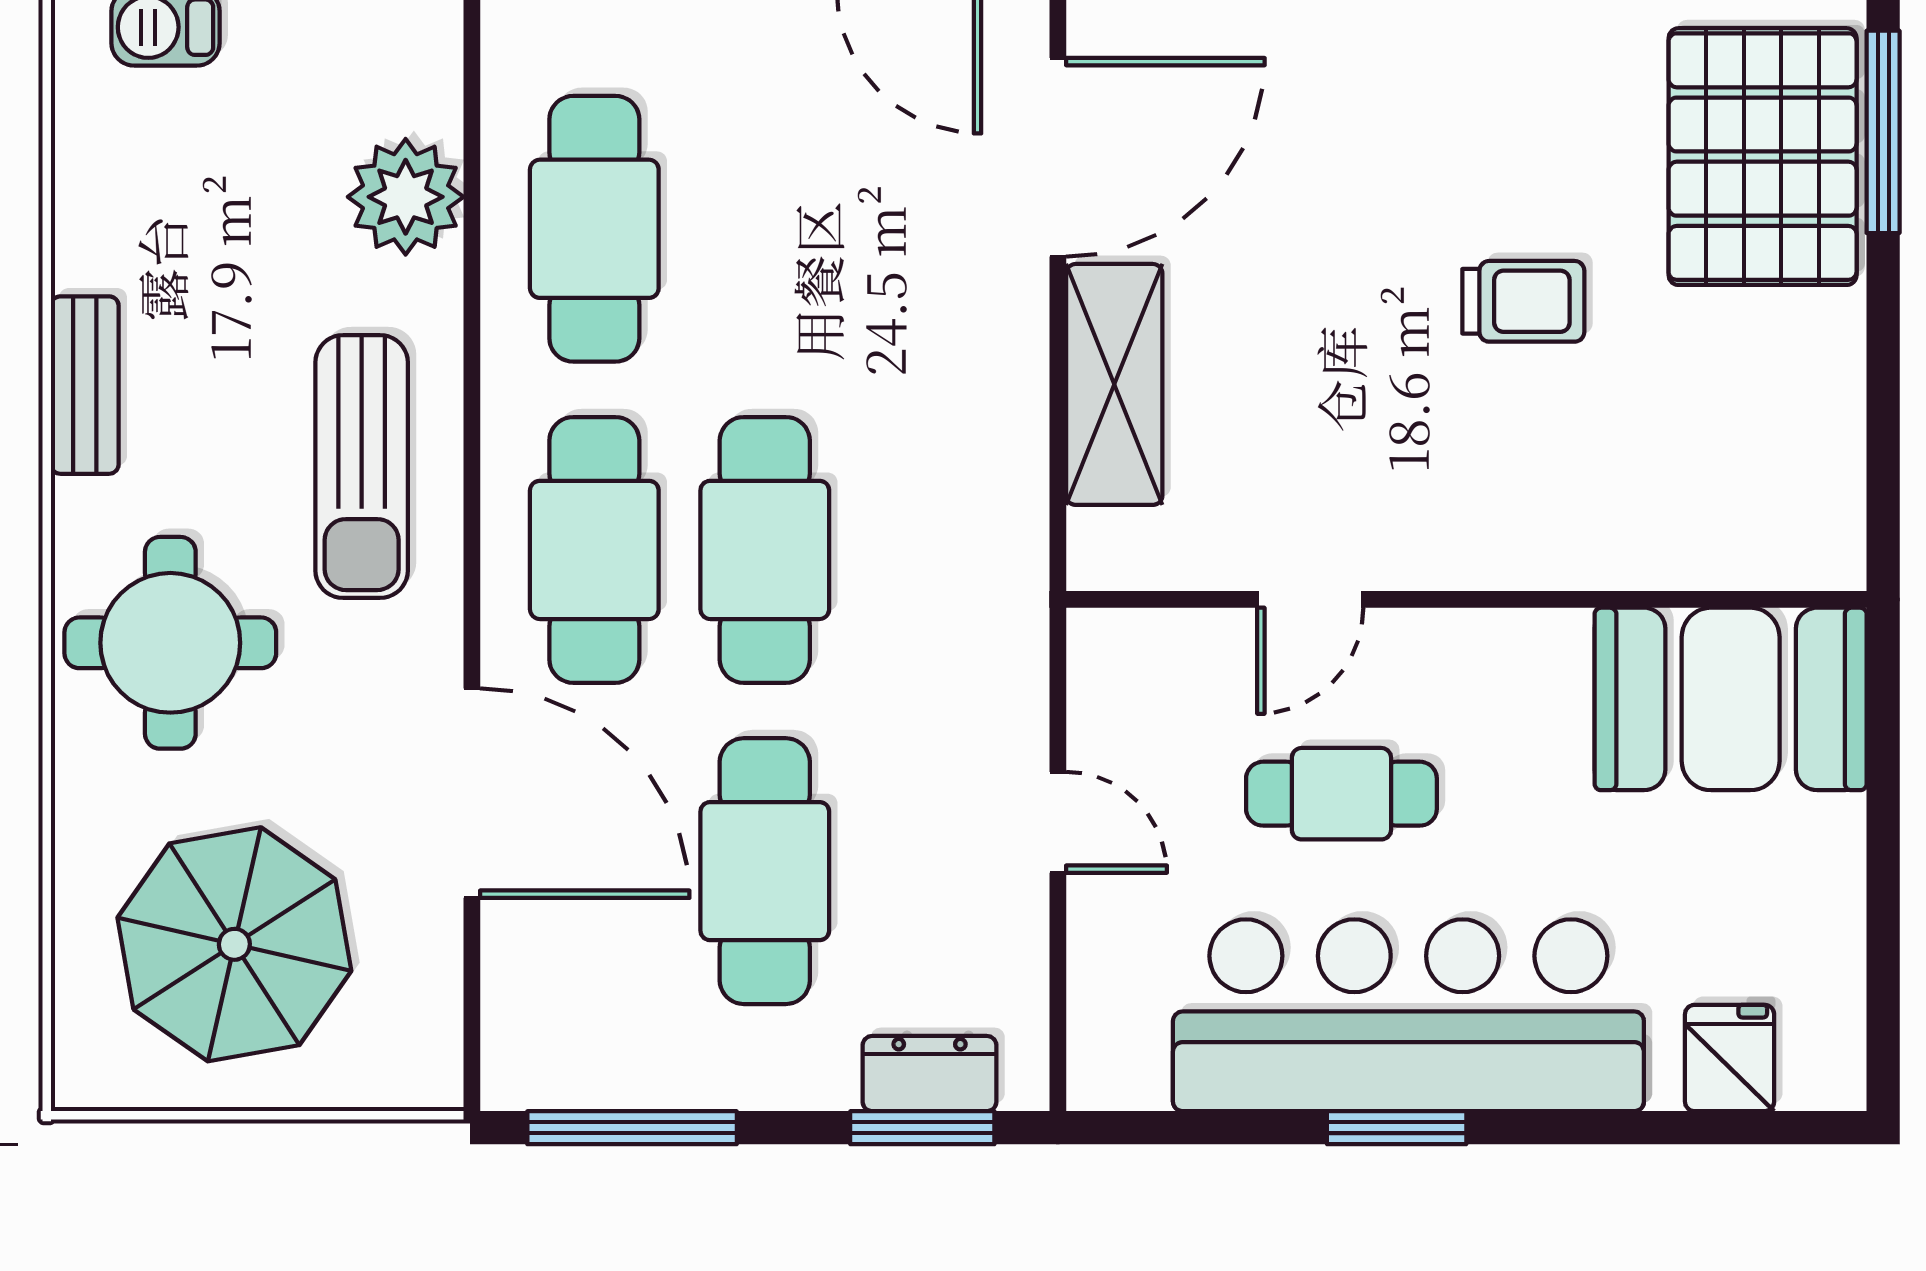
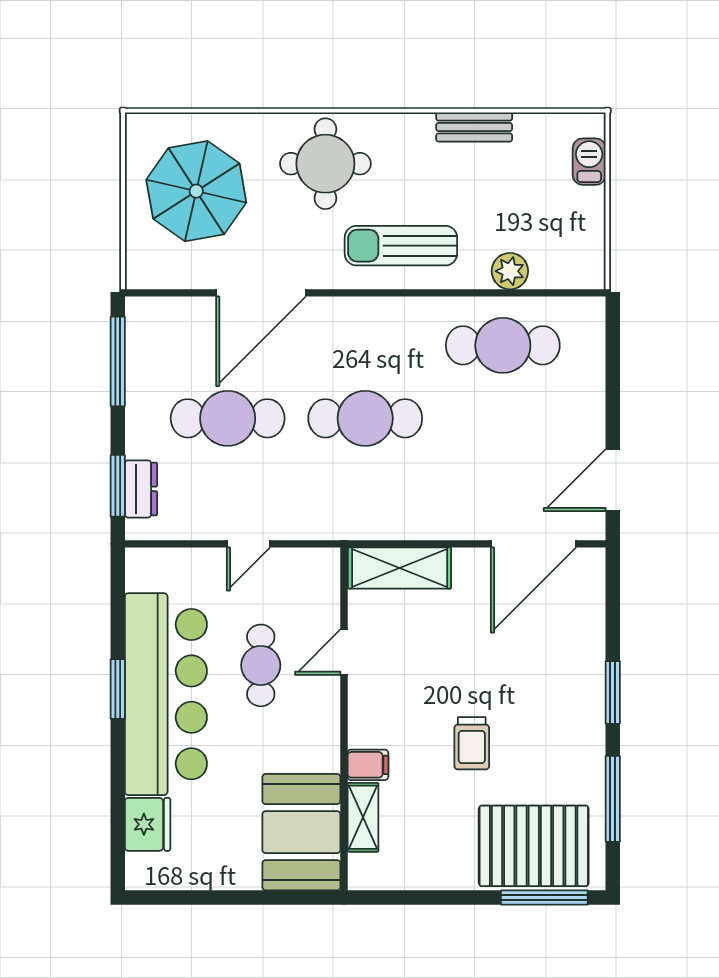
door: (1058, 157) -> (533, 544), hinge flipped
plant: (406, 197) -> (510, 271), width x0.73, depth x0.73
shelving: (1114, 384) -> (400, 568), moved
bench: (85, 385) -> (474, 127), moved
filing cabinet: (1573, 544) -> (368, 765), added
cafe table: (594, 550) -> (365, 345), removed
shelving: (1696, 555) -> (363, 817), added
door: (1310, 599) -> (344, 652), hinge flipped
fridge: (1730, 1058) -> (148, 824), width x1.38

